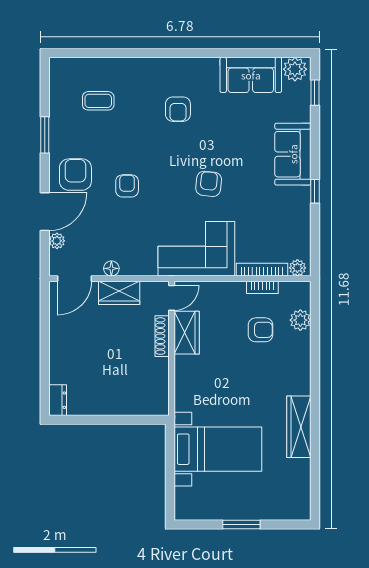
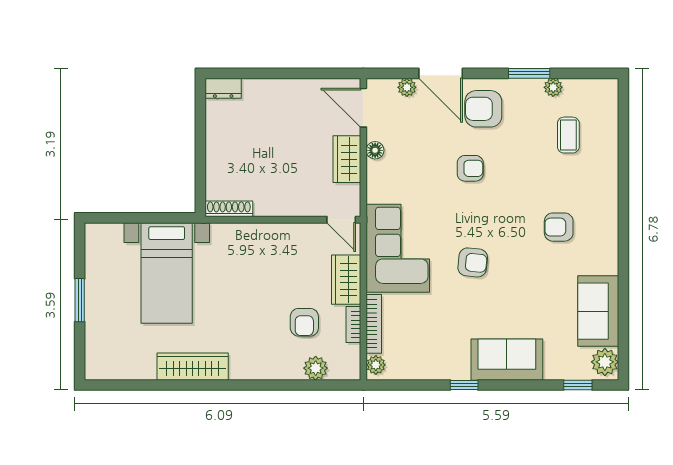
plant: (57, 114) -> (553, 87), added
armchair: (75, 175) -> (483, 109), turned 180
wardrobe: (187, 333) -> (346, 280), moved, turned 90
shoe rack: (162, 336) -> (229, 209), moved

